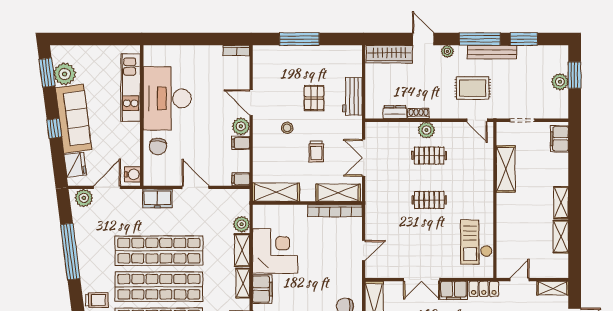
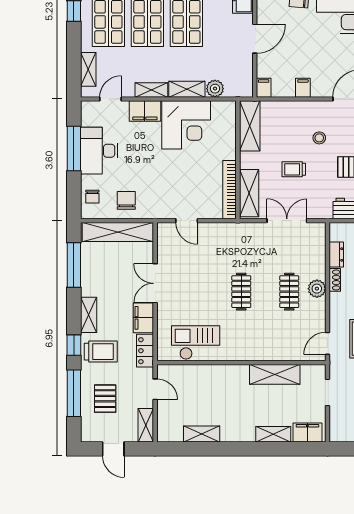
plant: (241, 126) -> (321, 88), removed
shelving: (561, 203) -> (273, 434), moved

